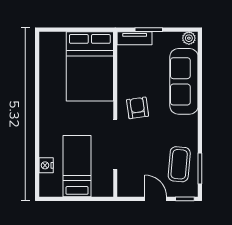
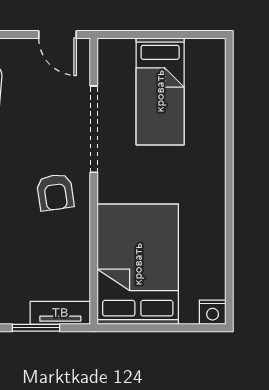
nightstand: (46, 165) -> (213, 312), moved, turned 90
door: (156, 199) -> (58, 35), moved

